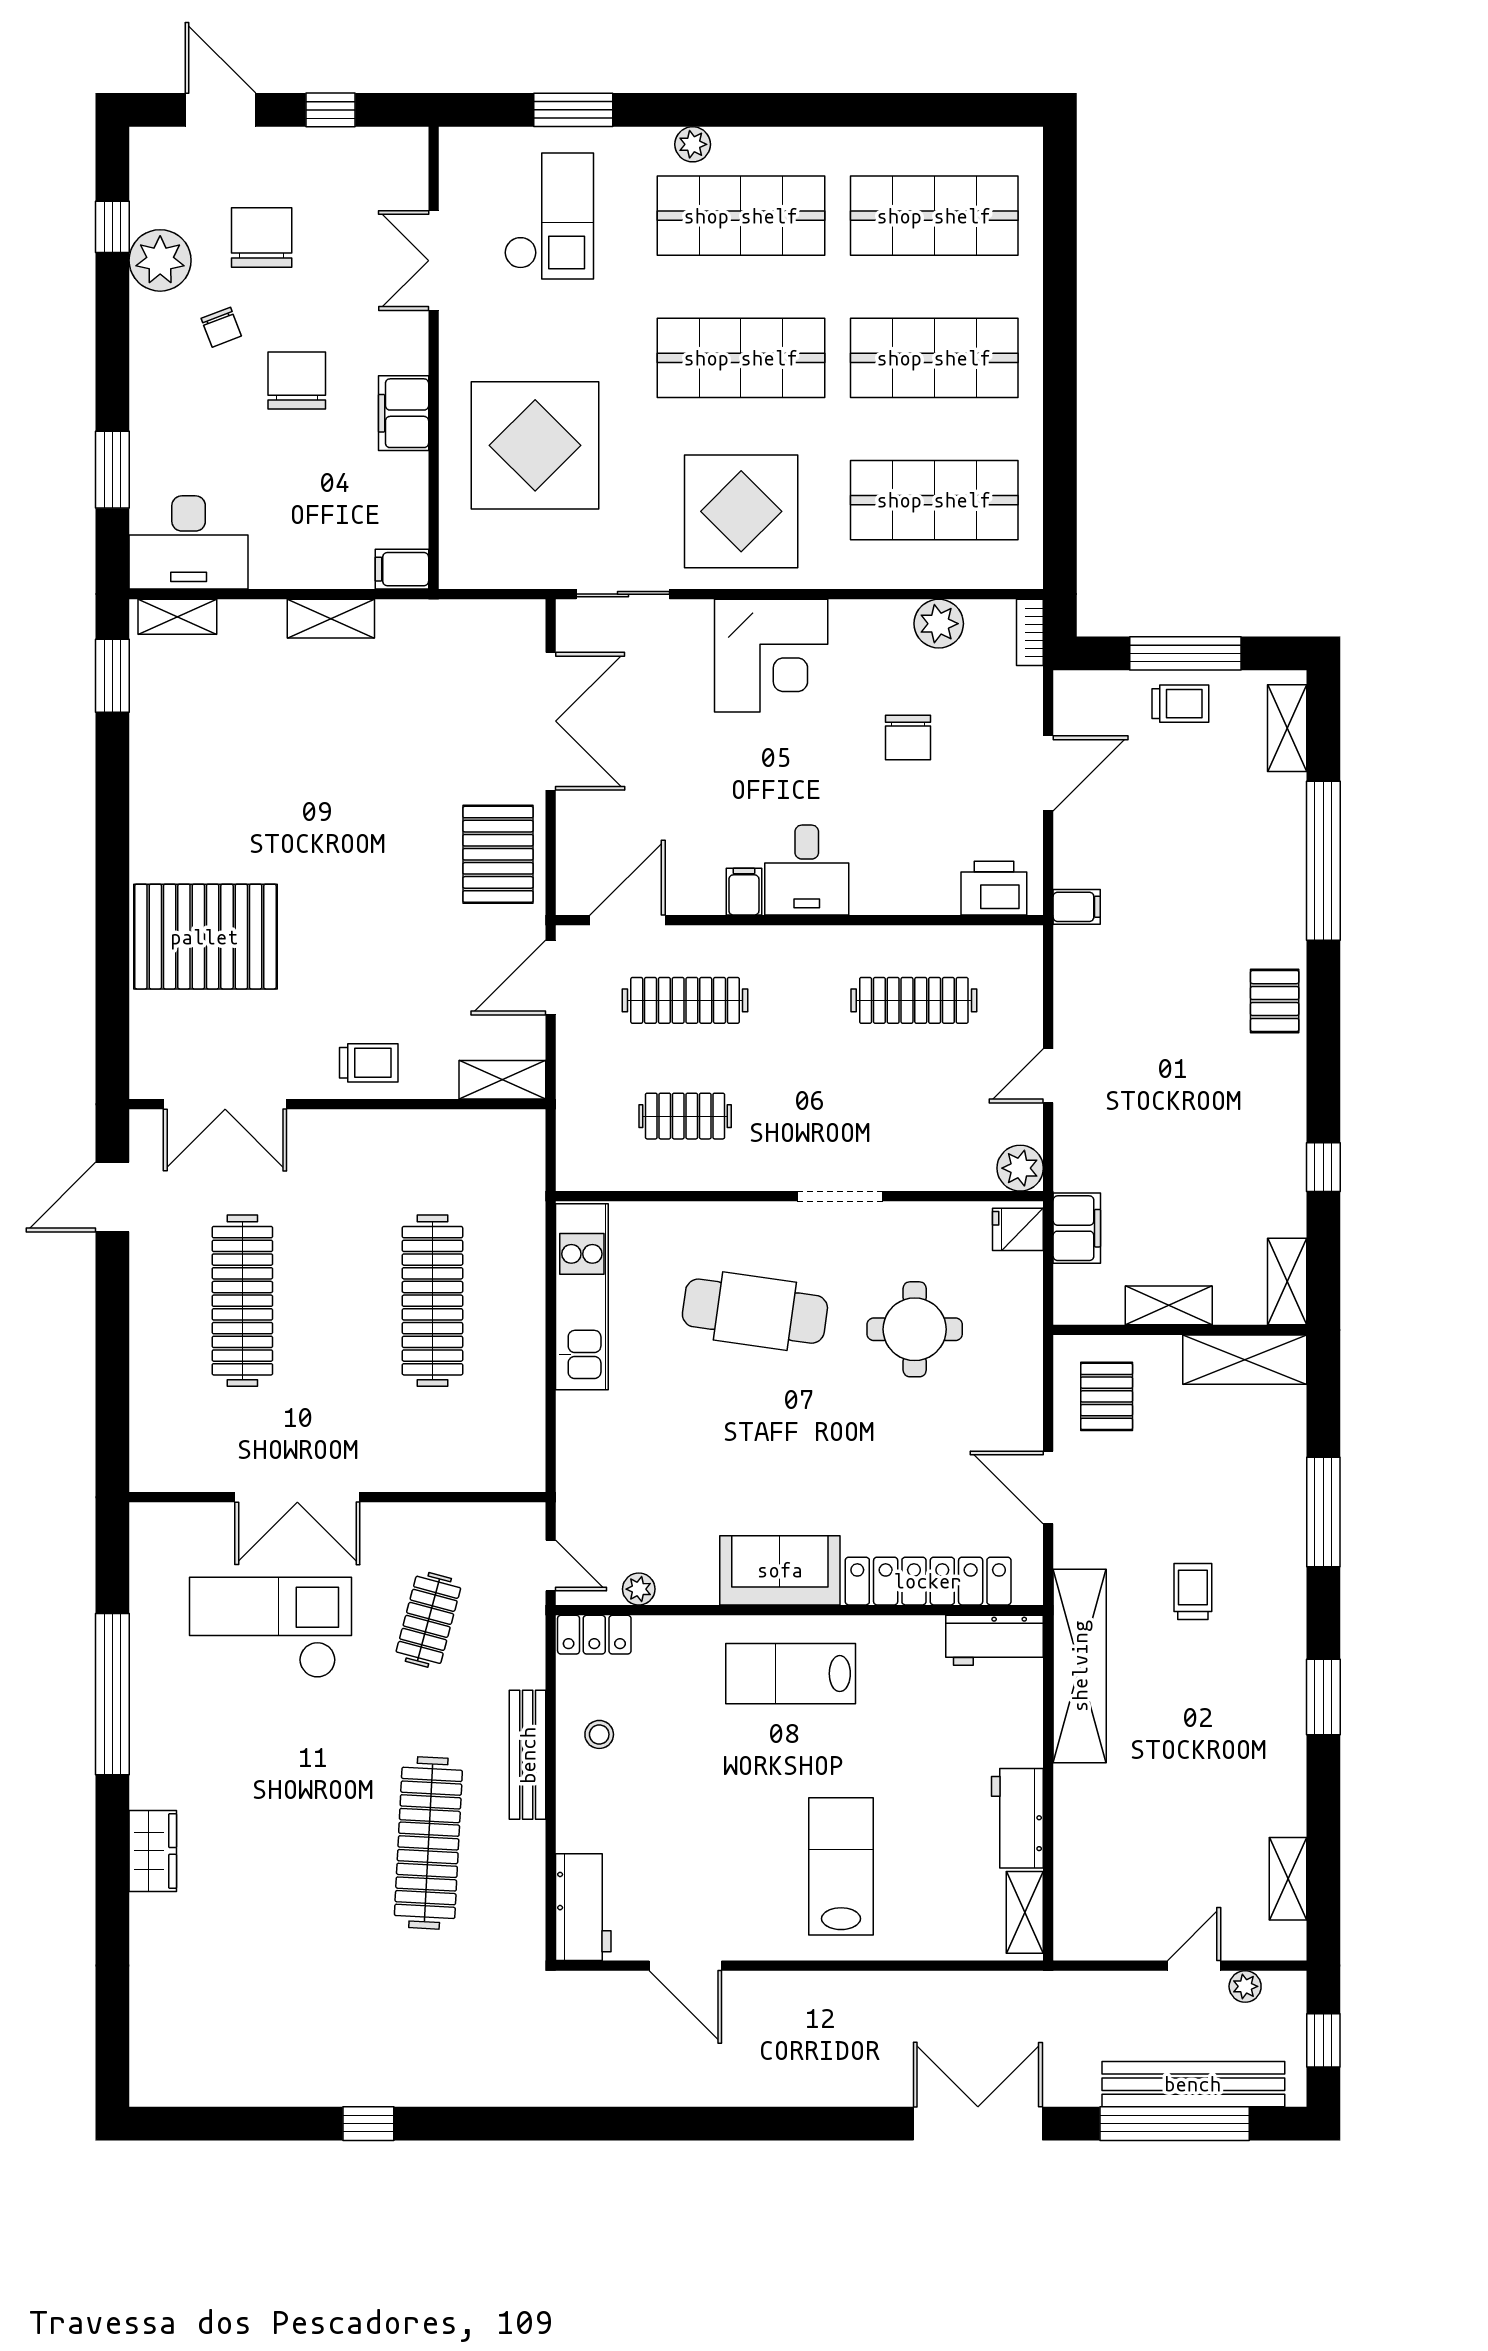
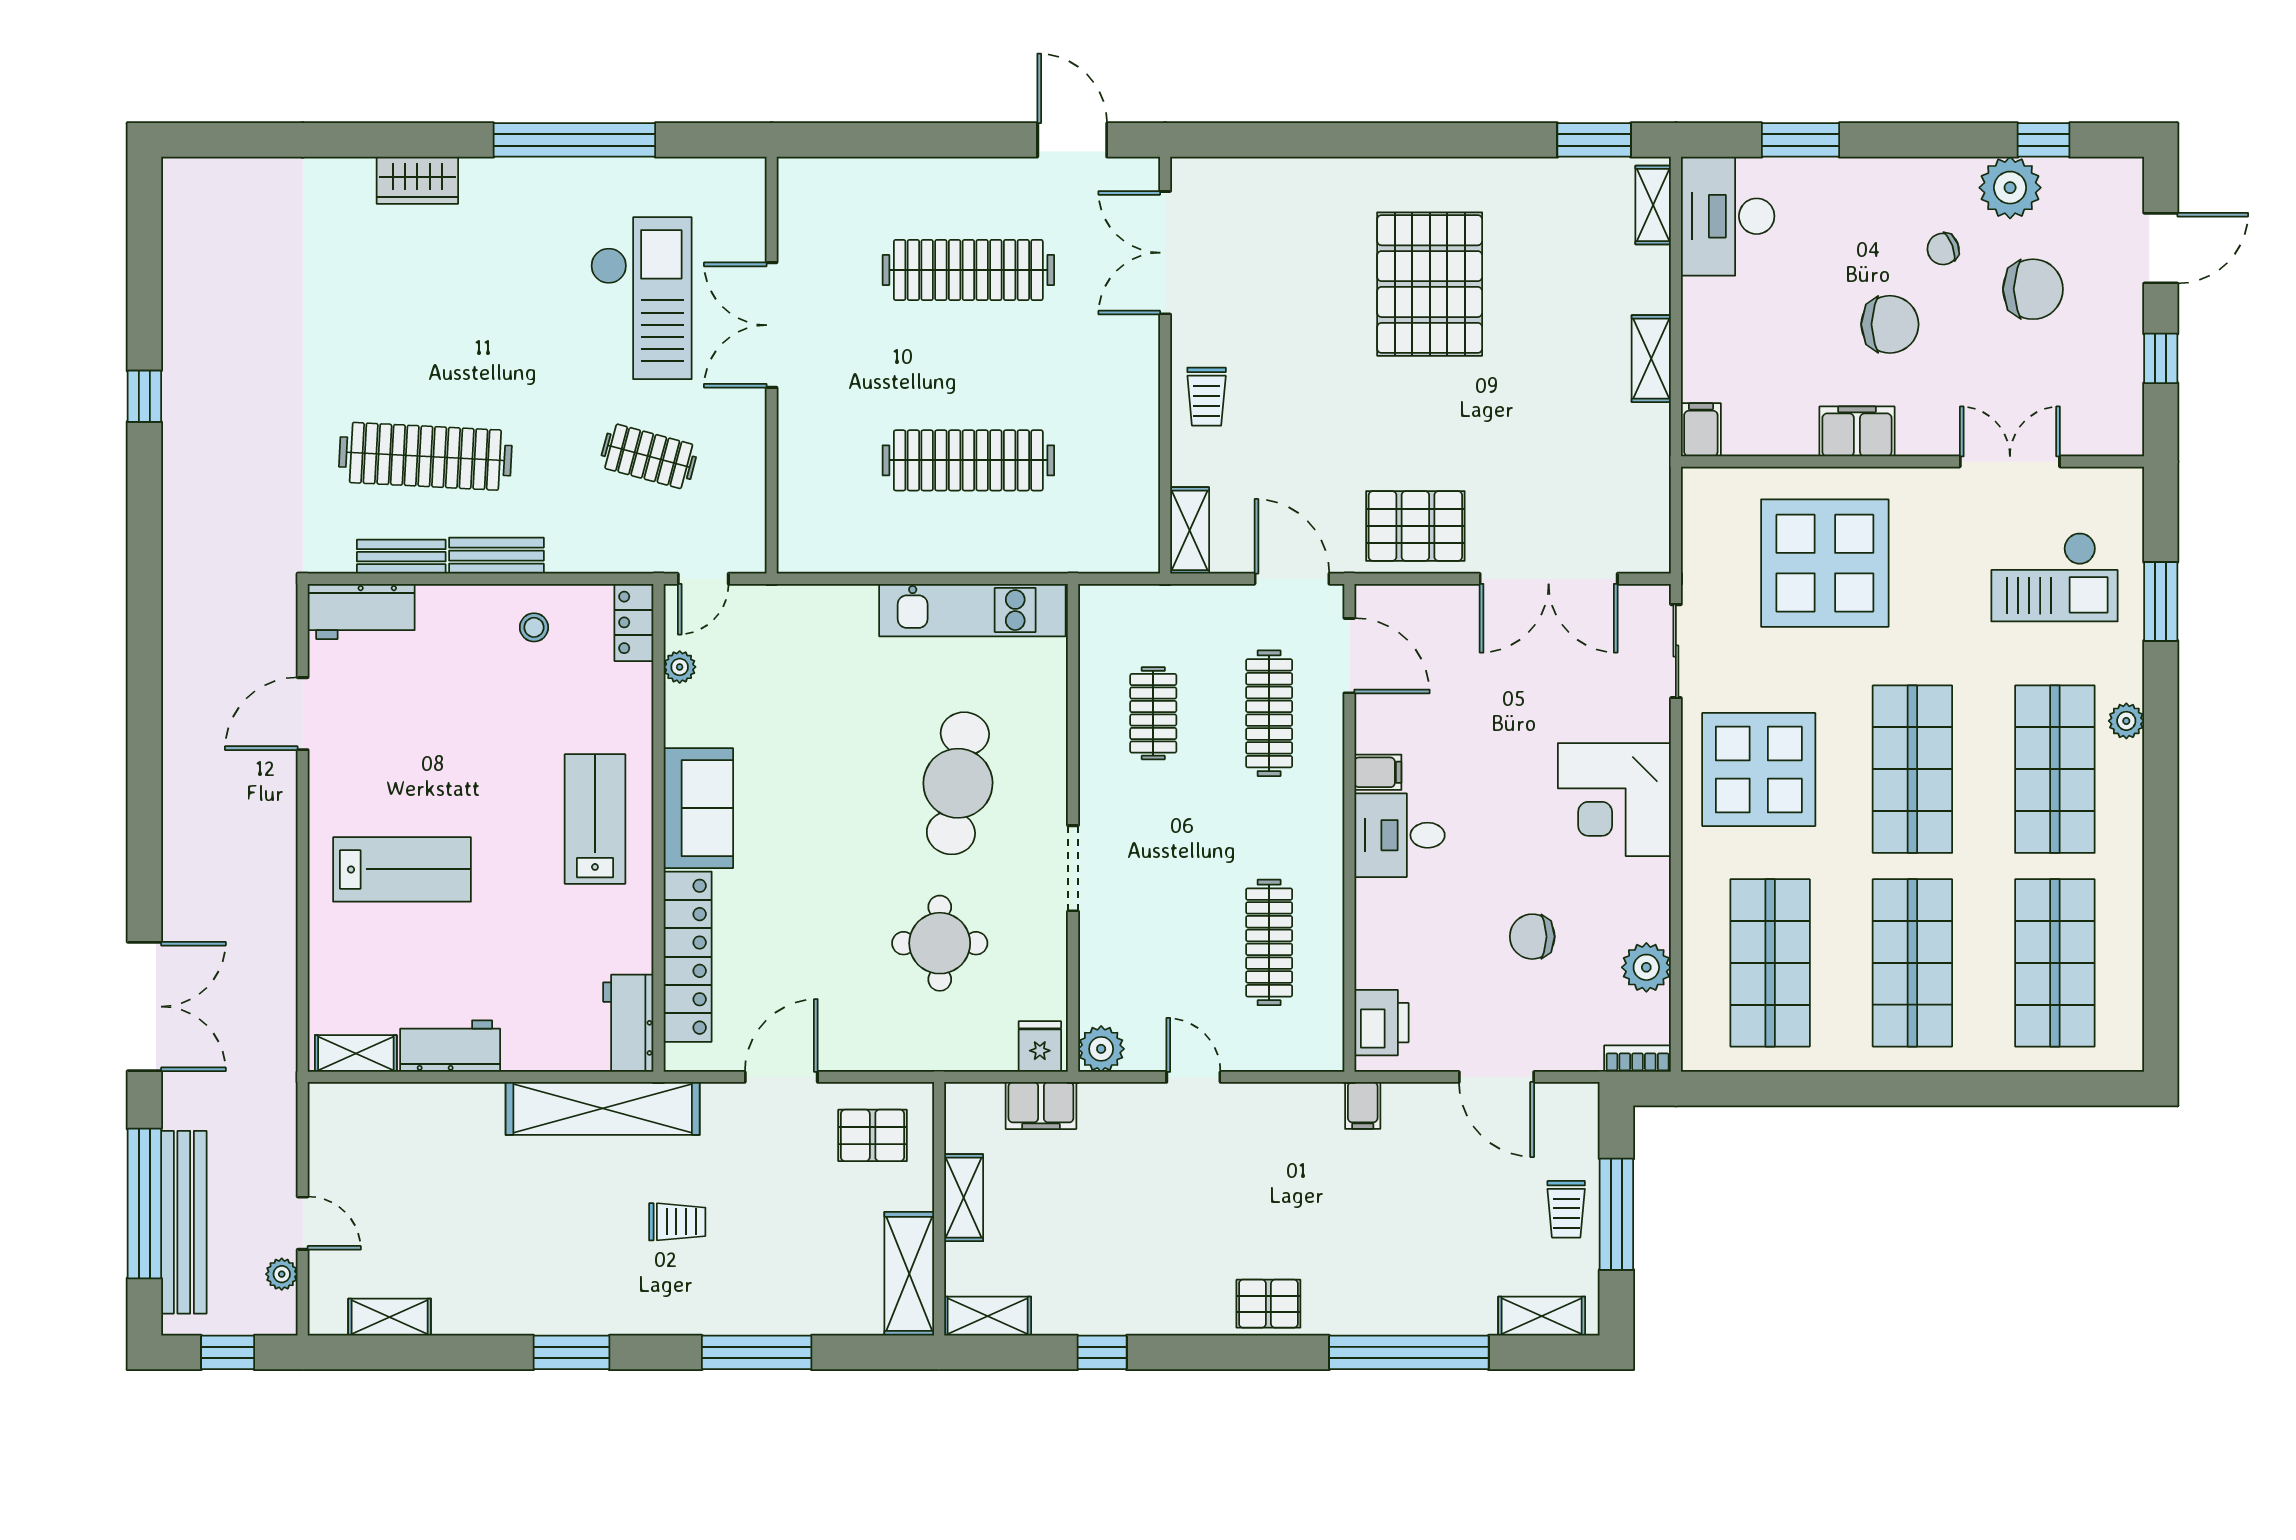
pallet: (205, 937) -> (1430, 284), moved
bench: (528, 1755) -> (496, 556), width x0.73
bench: (529, 1867) -> (401, 557), added

